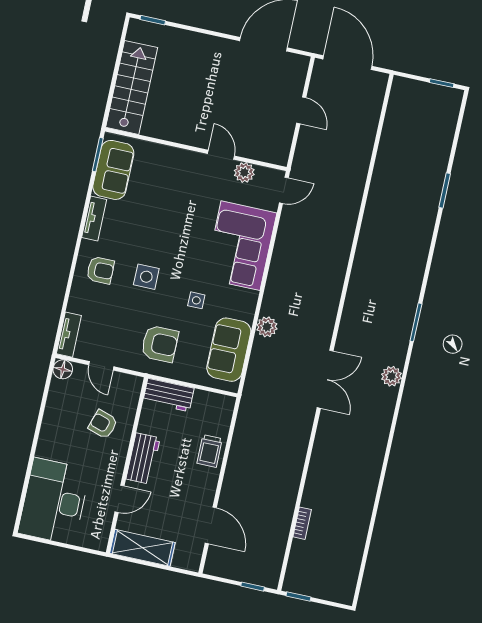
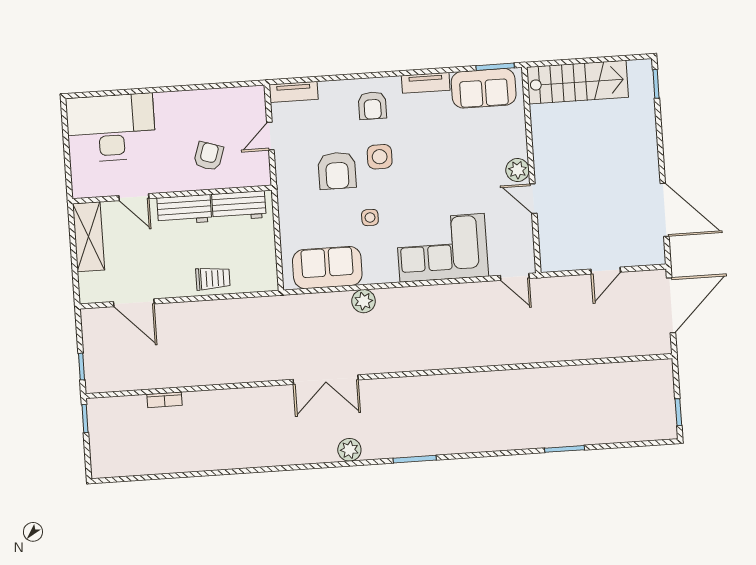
door: (221, 155) -> (533, 199), swing flipped
plant: (244, 172) -> (518, 170), moved
armchair: (160, 344) -> (337, 171), moved
floor lamp: (63, 369) -> (255, 96), removed
workbench: (168, 395) -> (239, 206), moved, turned -90
trolley: (210, 451) -> (213, 278), turned 180
door: (211, 525) -> (134, 303), hinge flipped

